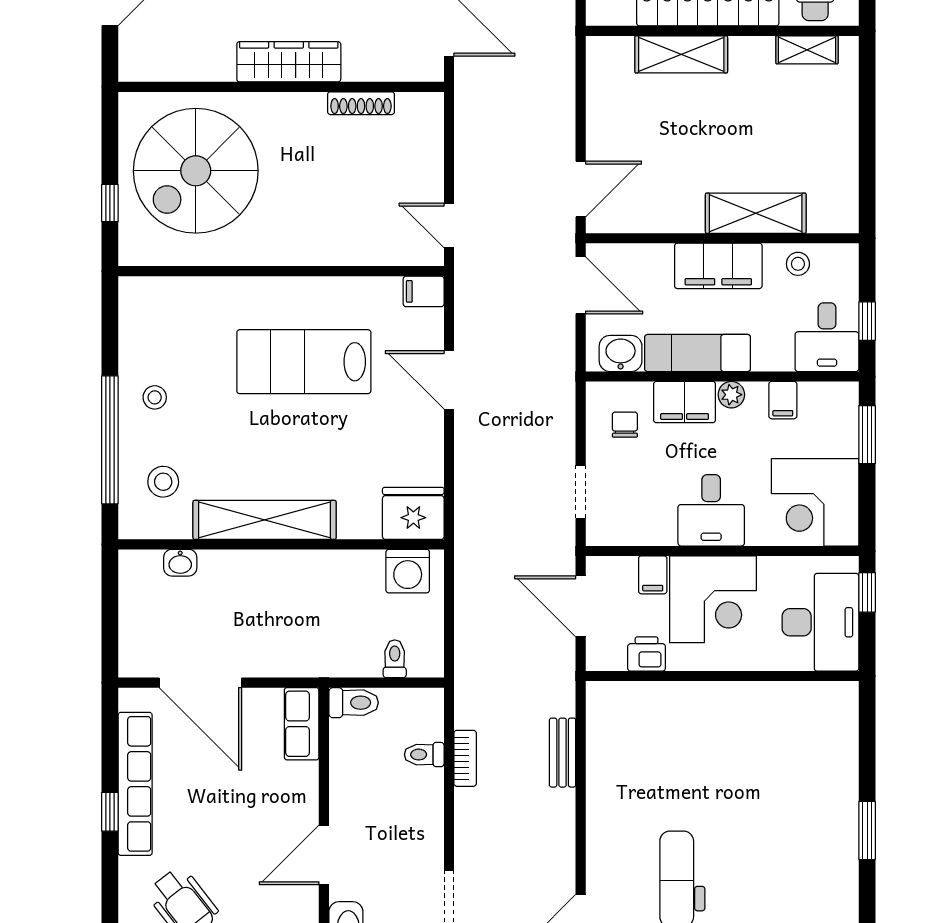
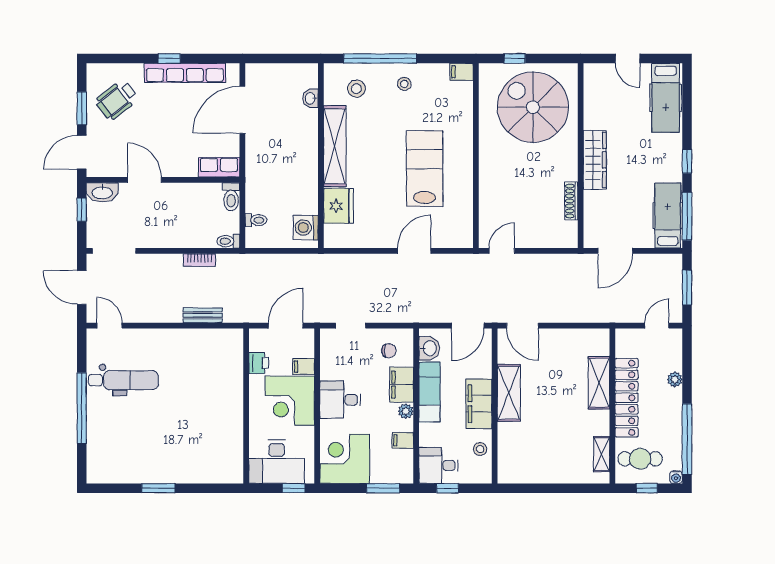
shelving: (756, 213) -> (509, 393), moved
filing cabinet: (424, 291) -> (462, 72), moved, turned -90
fridge: (413, 513) -> (338, 206), moved
toilet: (424, 755) -> (228, 241), moved, turned -90

